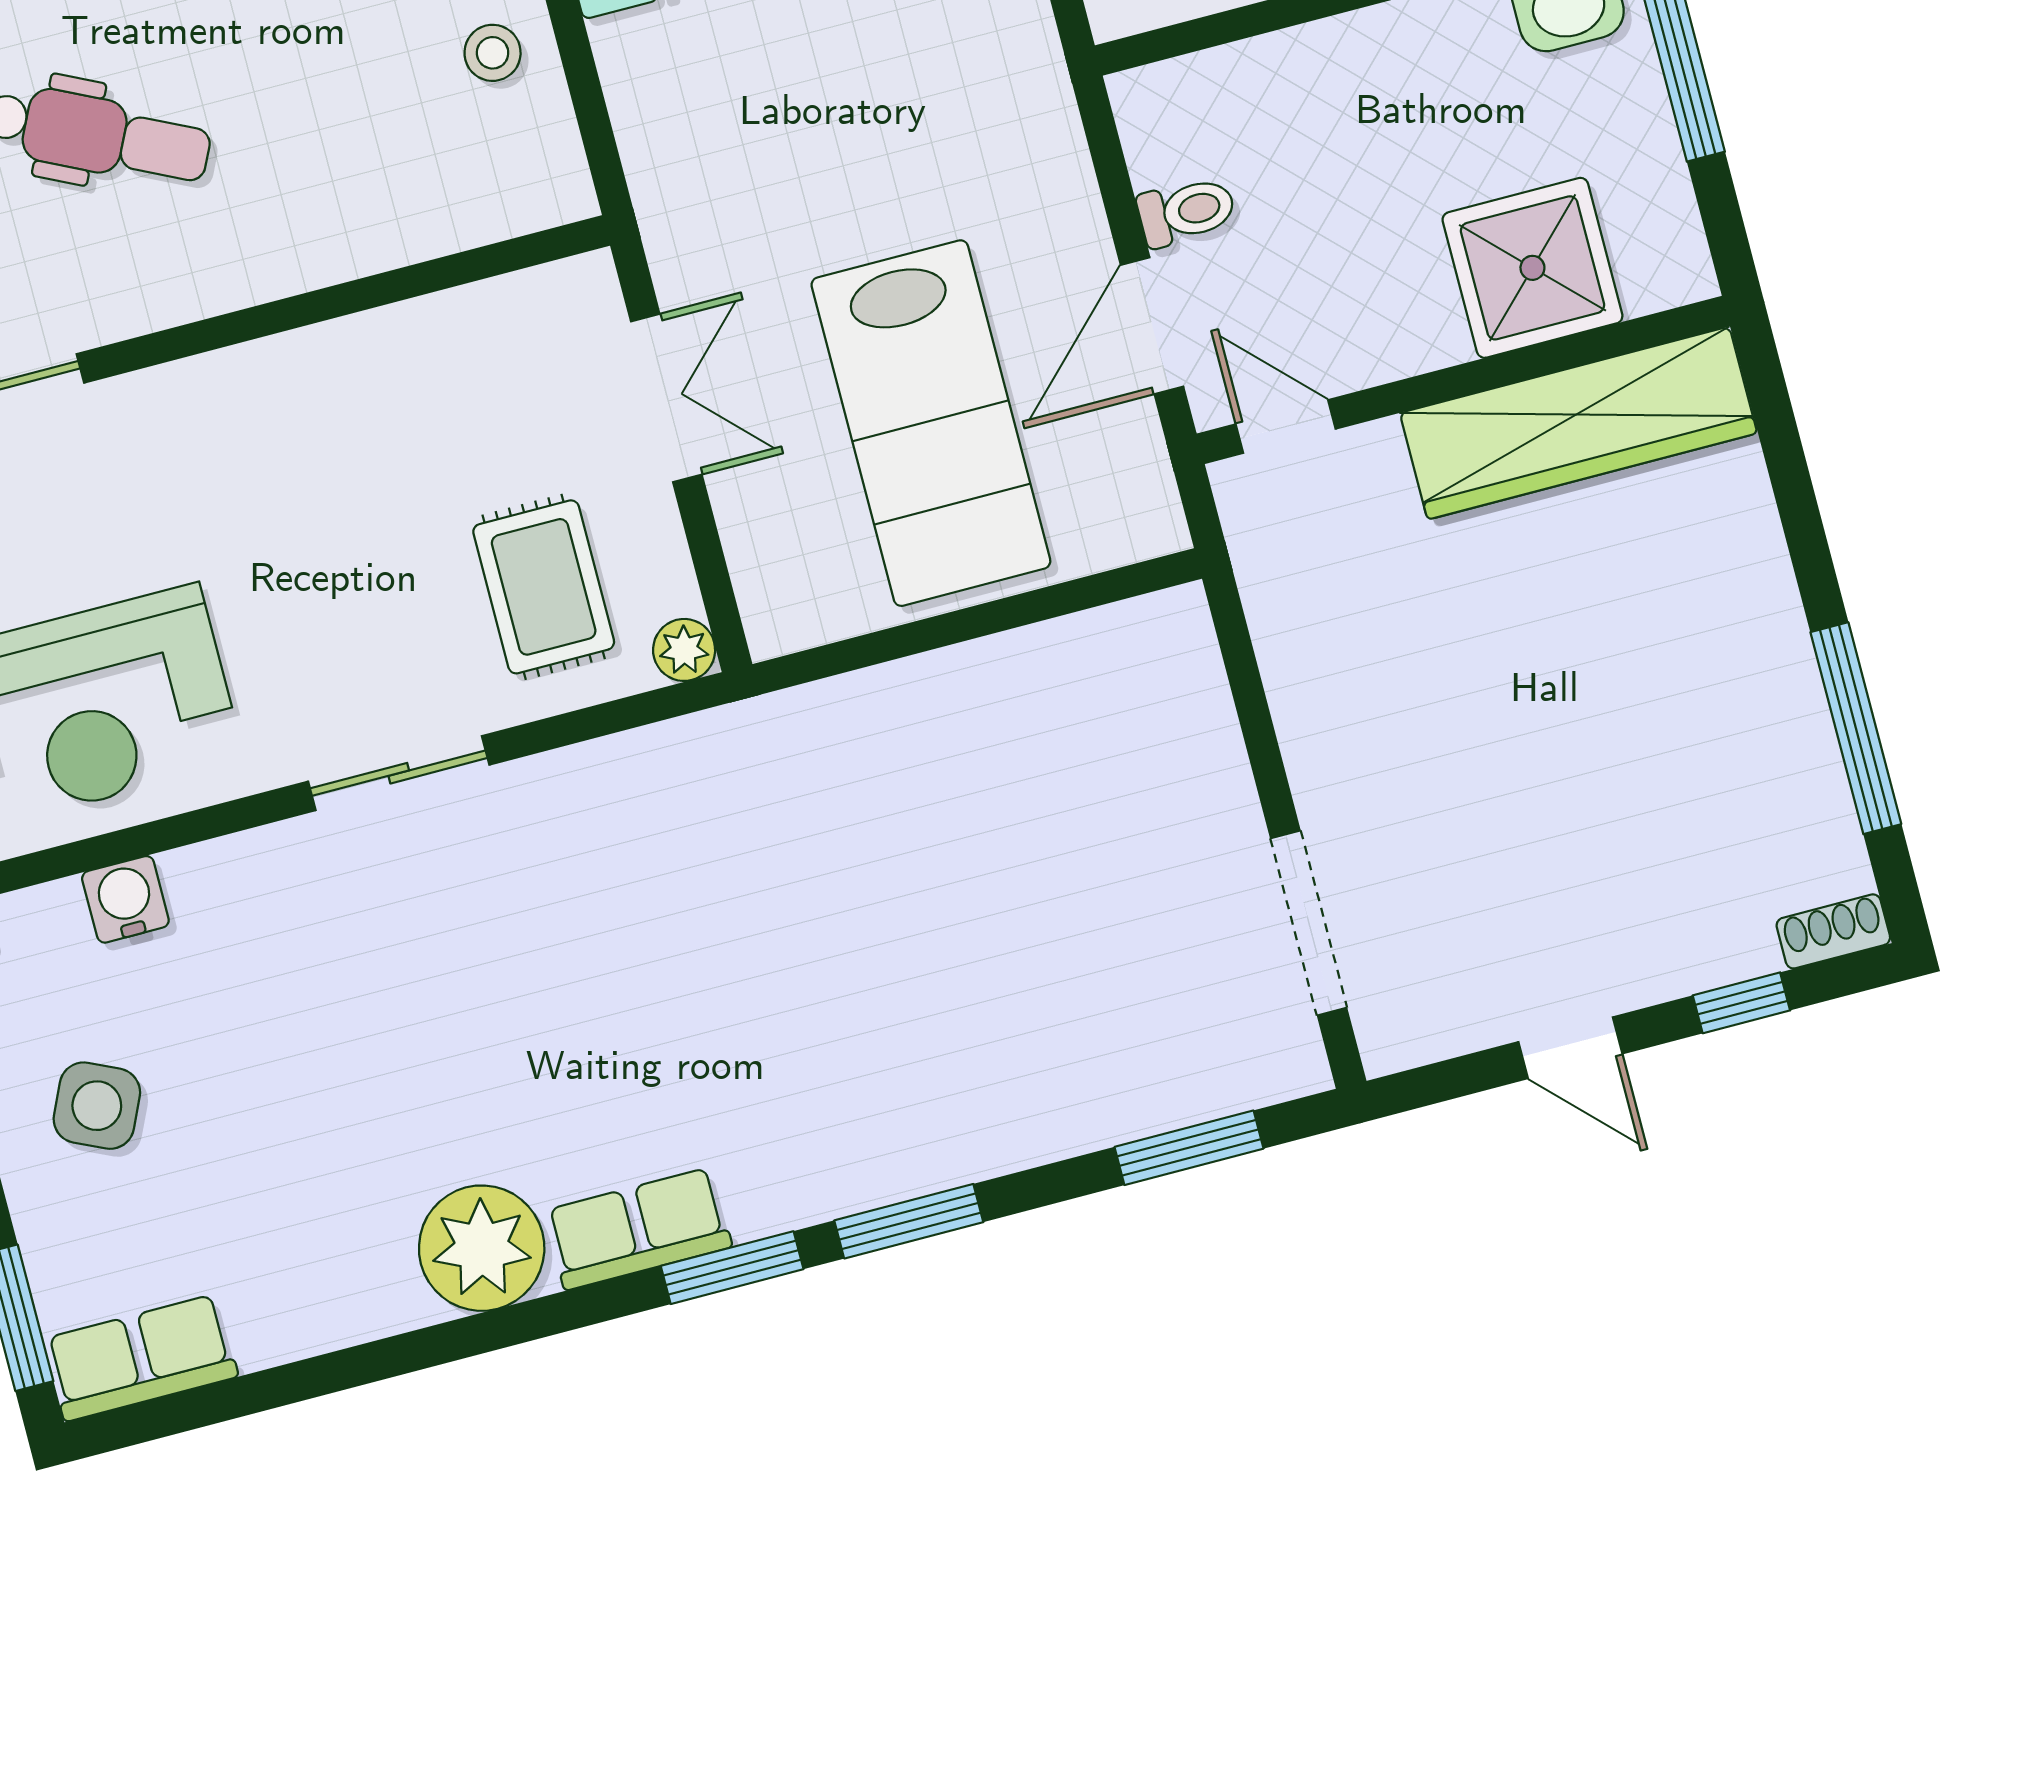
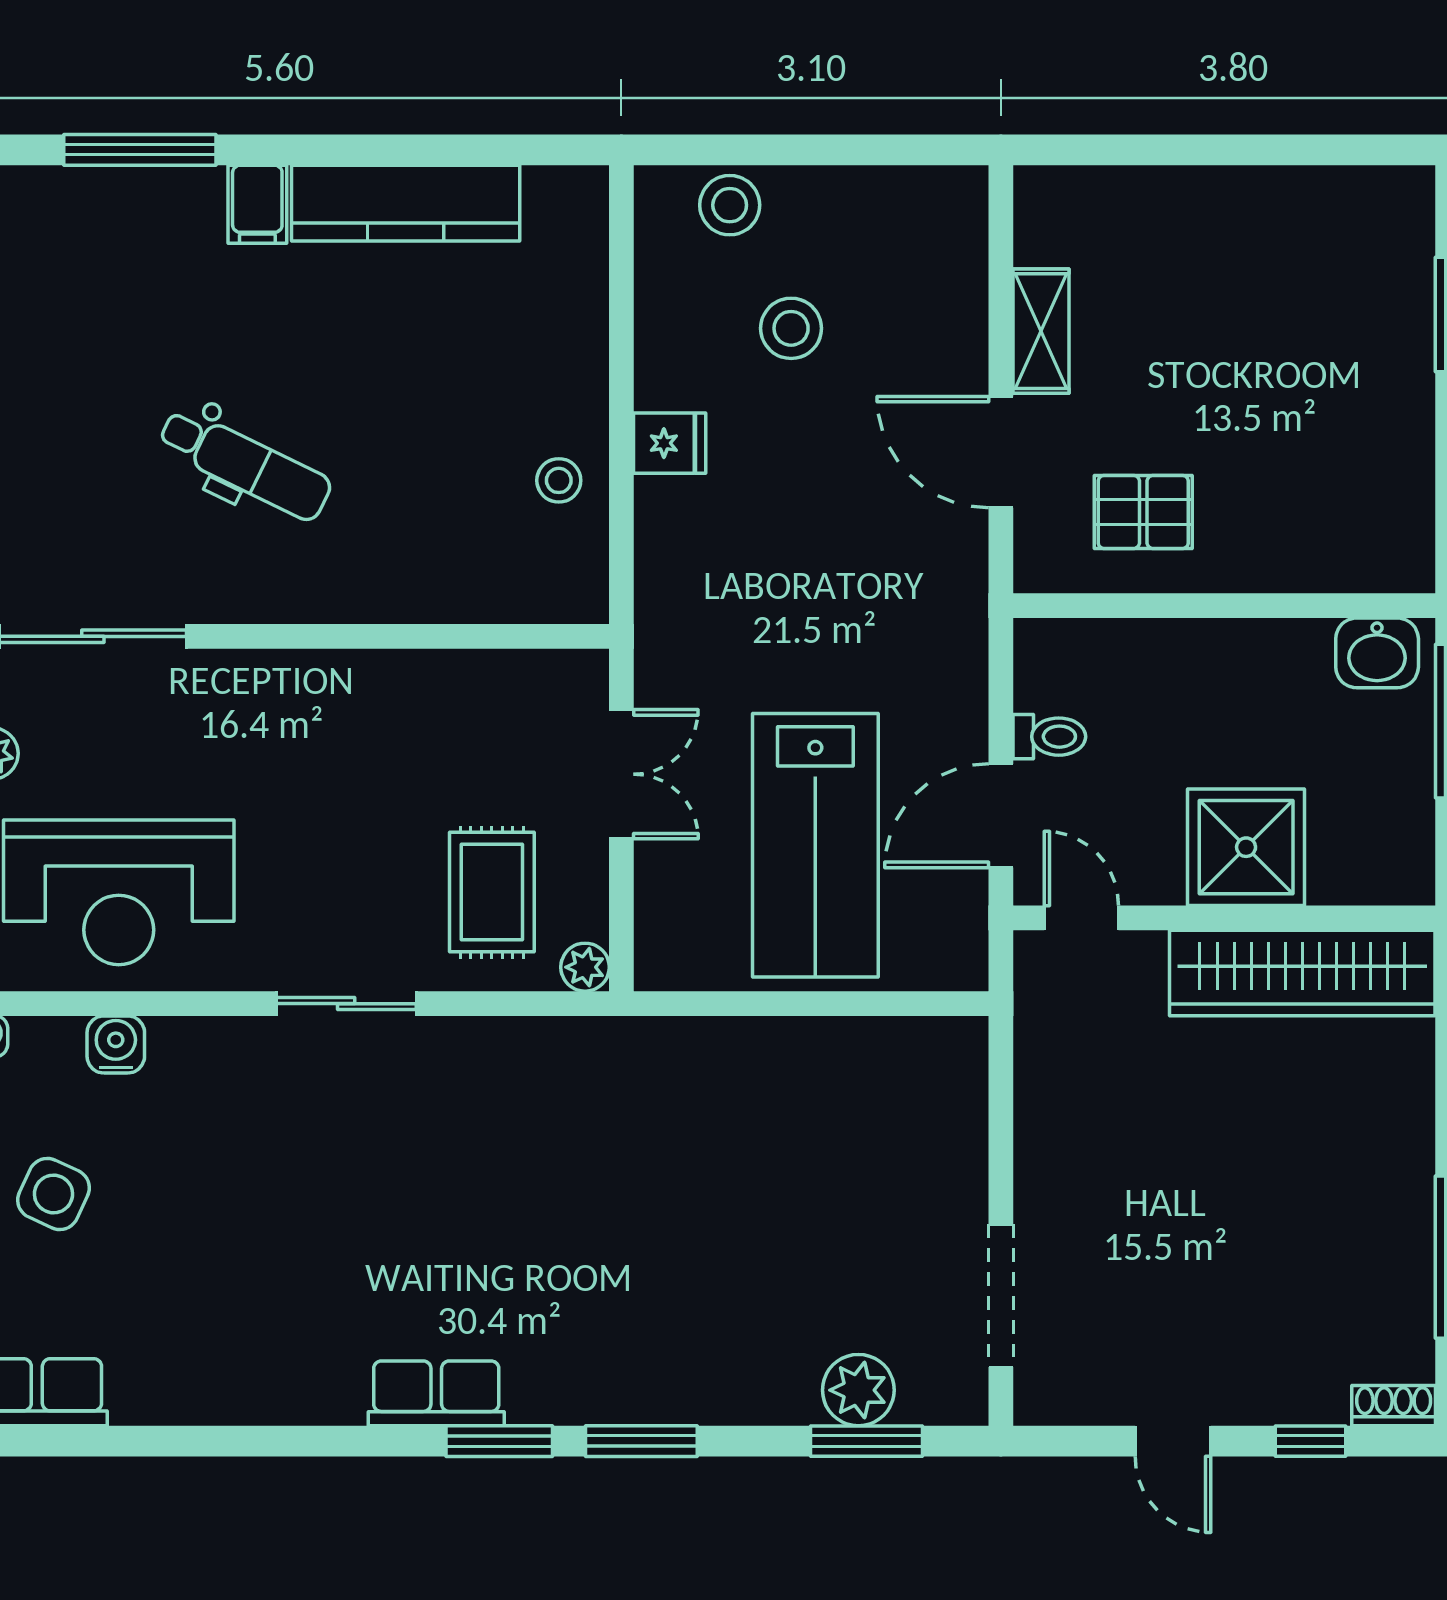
shower: (1532, 268) -> (1246, 847), moved
plant: (482, 1248) -> (858, 1390), moved, width x0.73, depth x0.73

